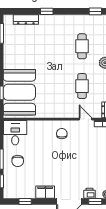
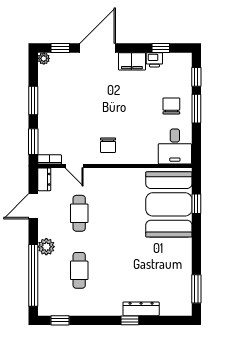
dresser: (26, 19) -> (141, 309), moved
printer: (90, 193) -> (154, 60), moved

